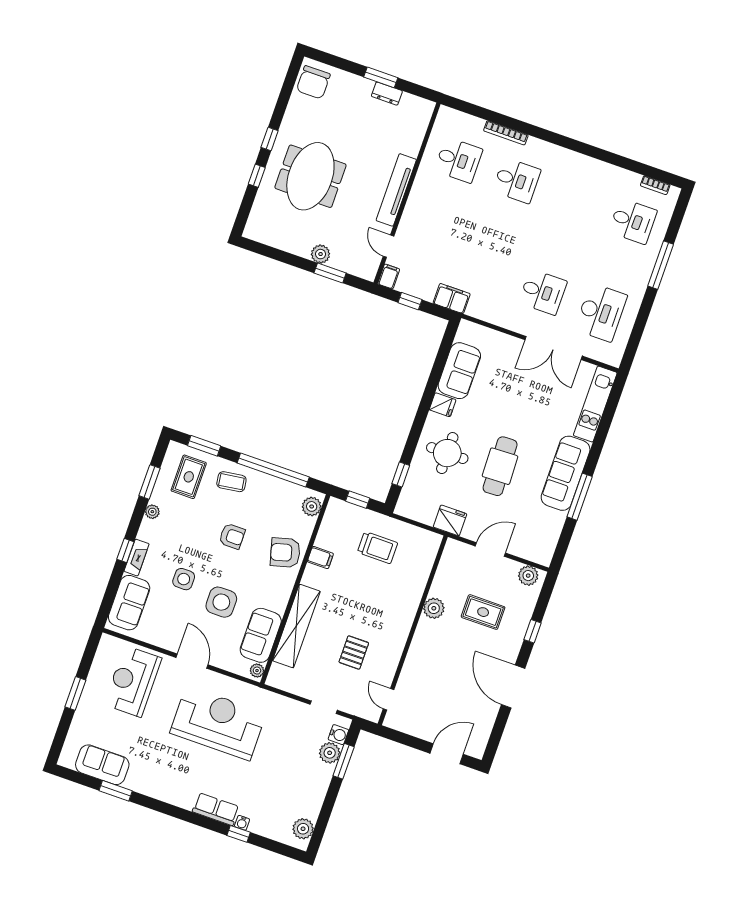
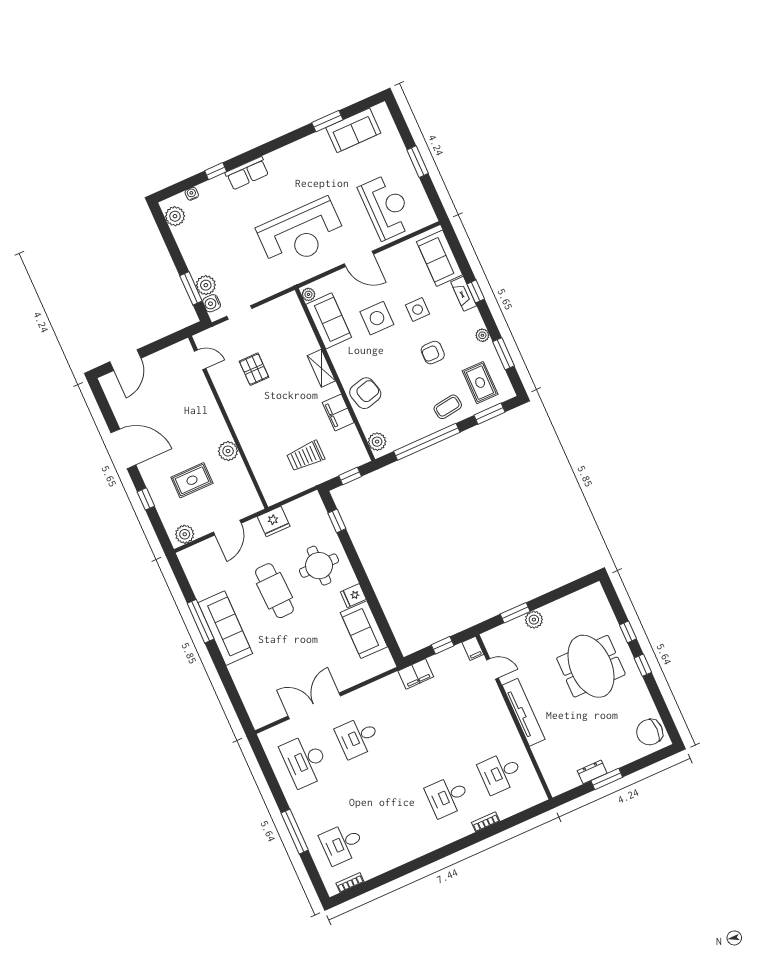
chair: (313, 82) -> (650, 732), turned -90
bookcase: (506, 133) -> (486, 822), width x0.64
kitchen unit: (595, 404) -> (250, 695), removed
armchair: (232, 536) -> (433, 353), moved
filing cabinet: (320, 558) -> (338, 412), width x2.00
shelving: (296, 626) -> (321, 368), width x0.45, depth x0.75
water cooler: (242, 823) -> (192, 194), moved

